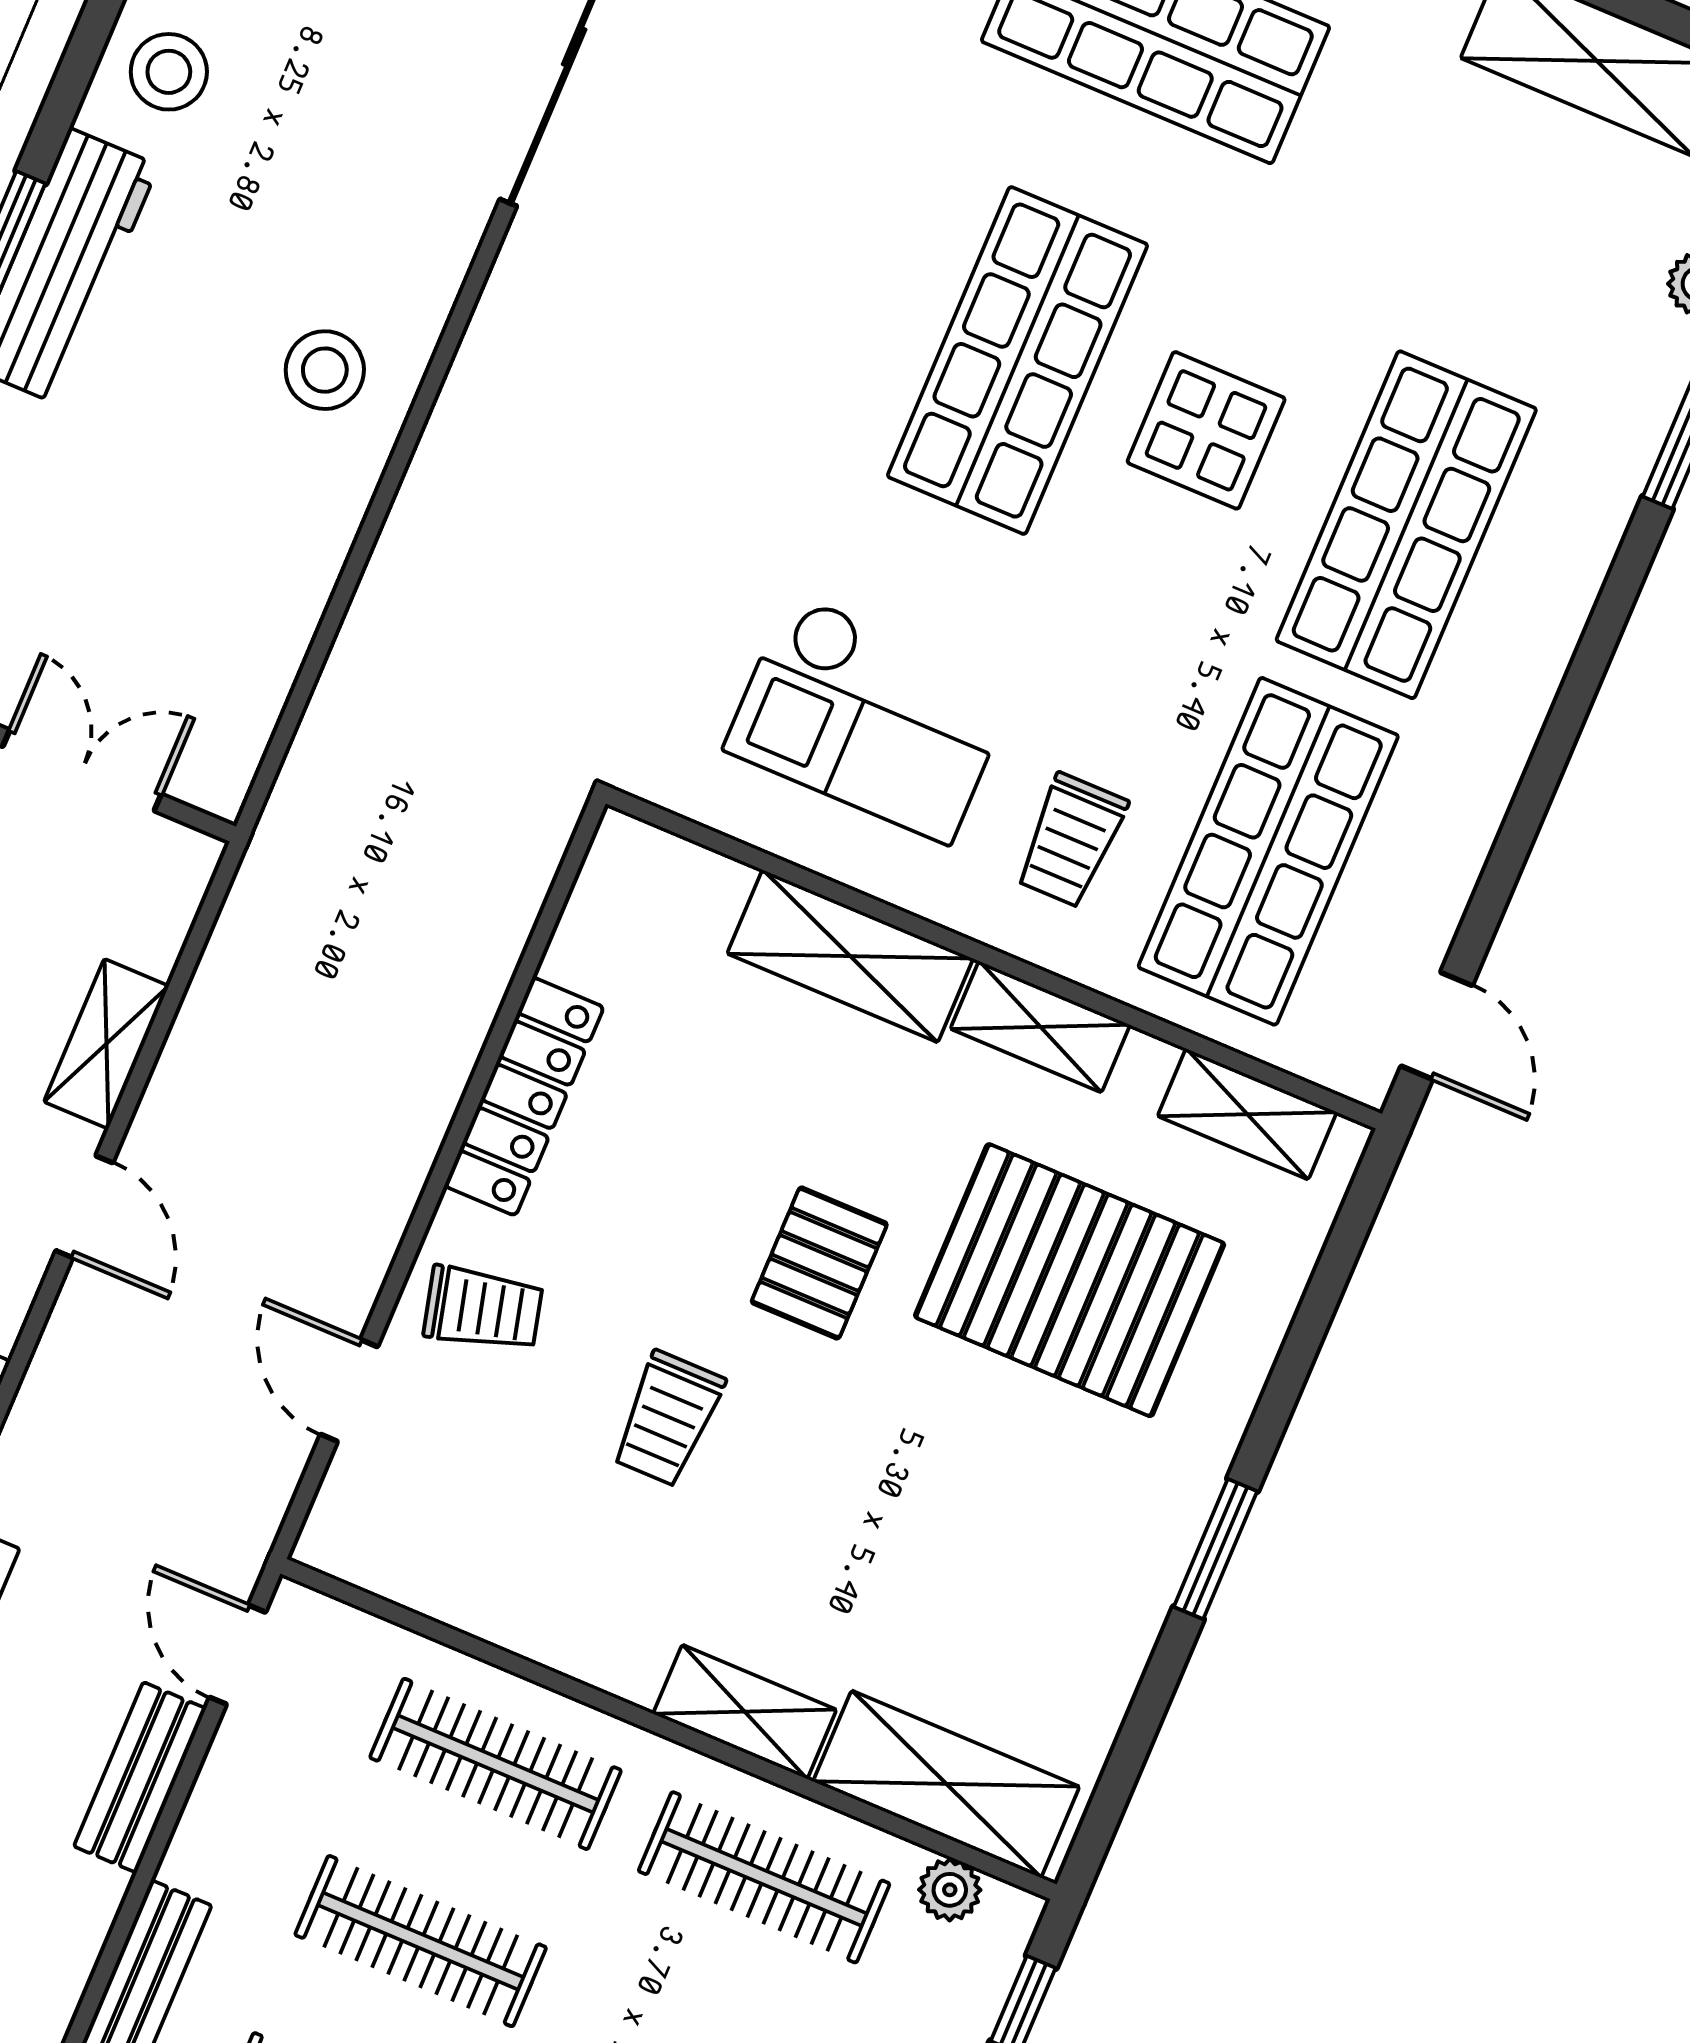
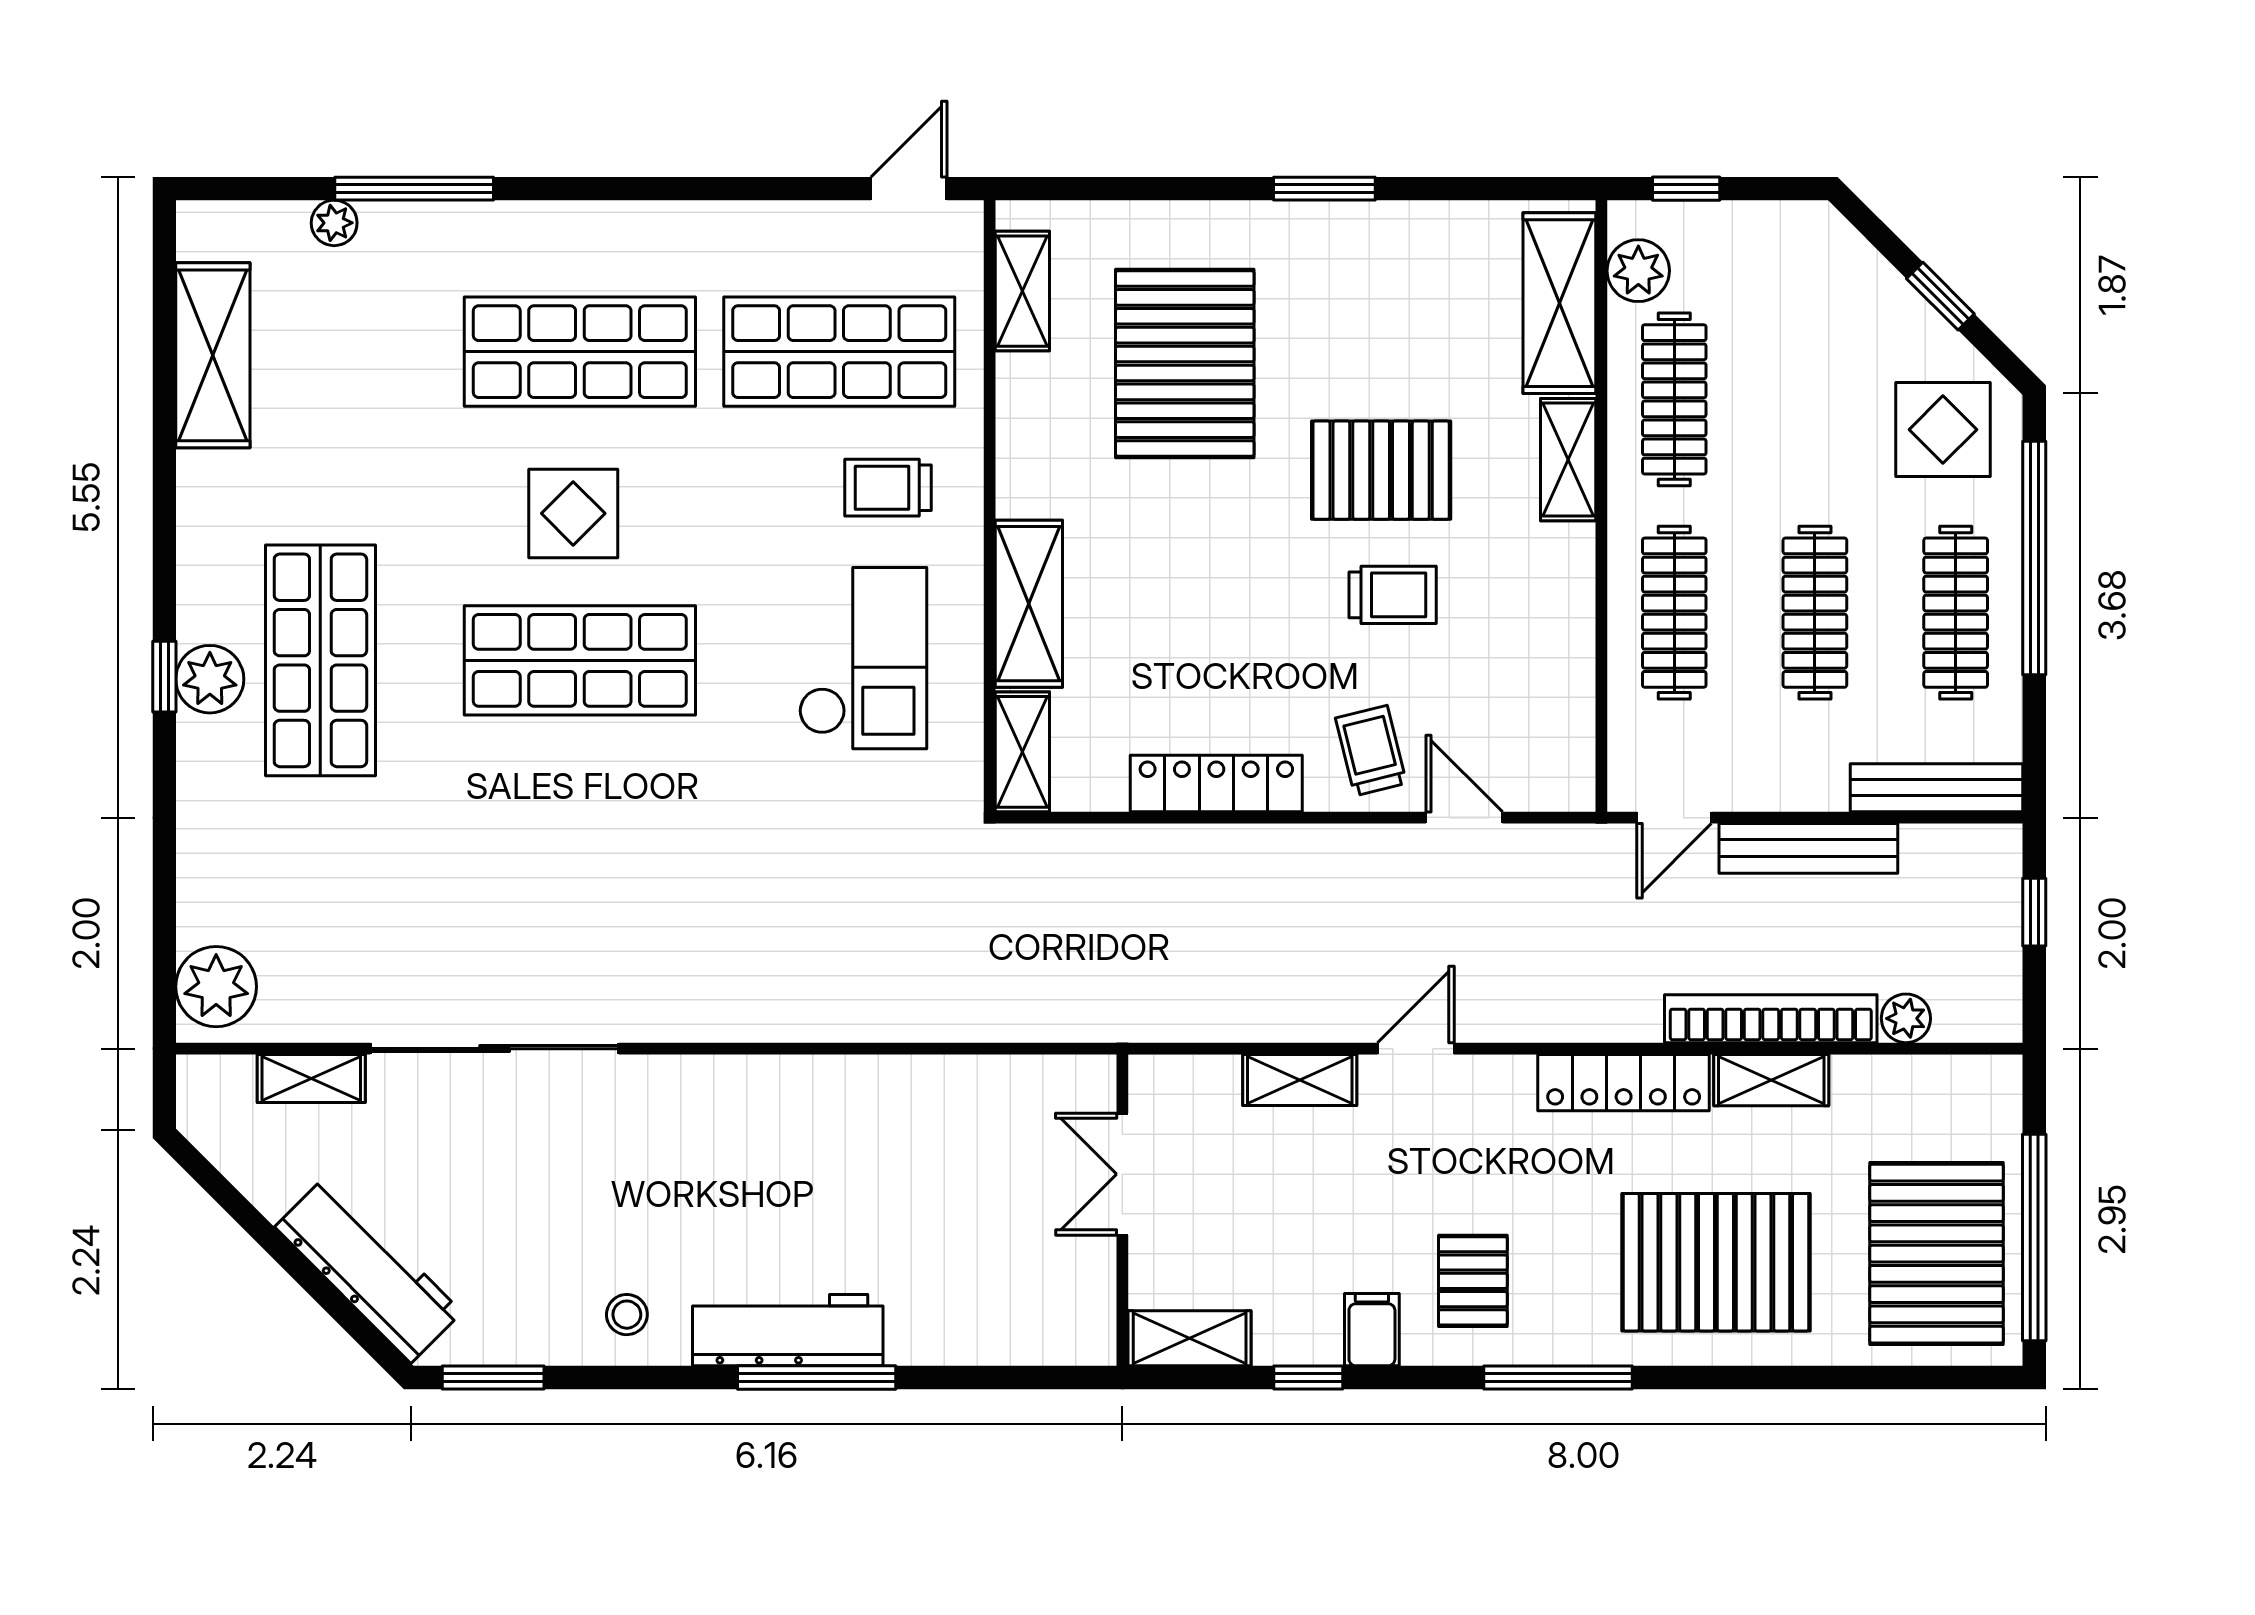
stool: (169, 72) -> (627, 1315), width x0.73, depth x0.73
stool: (325, 370) -> (783, 1124), removed
trolley: (1071, 840) -> (888, 488), turned 180
shelving: (1040, 1027) -> (1022, 752), moved
pallet: (819, 1263) -> (1381, 470), moved, width x1.50, depth x1.42
door: (349, 1391) -> (1464, 818), swing flipped
bench: (140, 1777) -> (1808, 848), width x1.36
plant: (950, 1890) -> (1638, 271), width x1.38, depth x1.38

